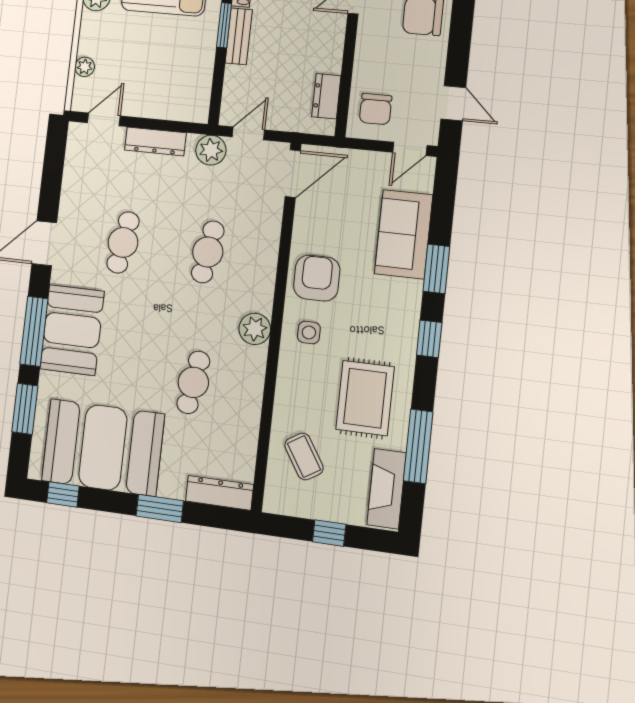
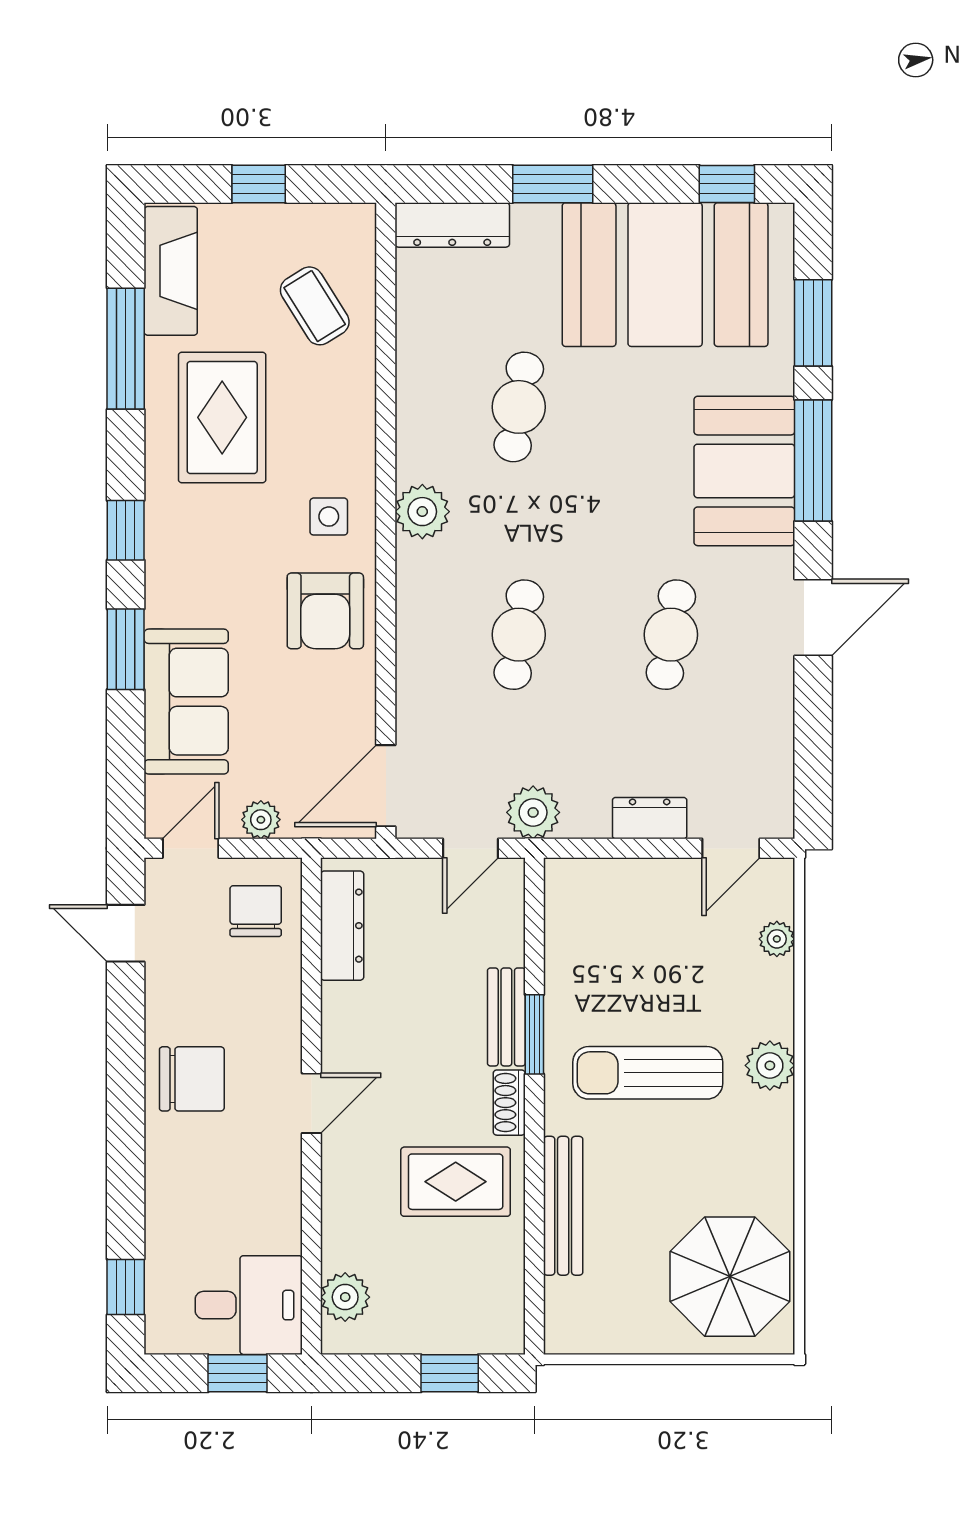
dresser: (326, 96) -> (342, 926), width x1.44
dresser: (155, 141) -> (650, 818), width x0.70
plant: (367, 161) -> (261, 820), added

